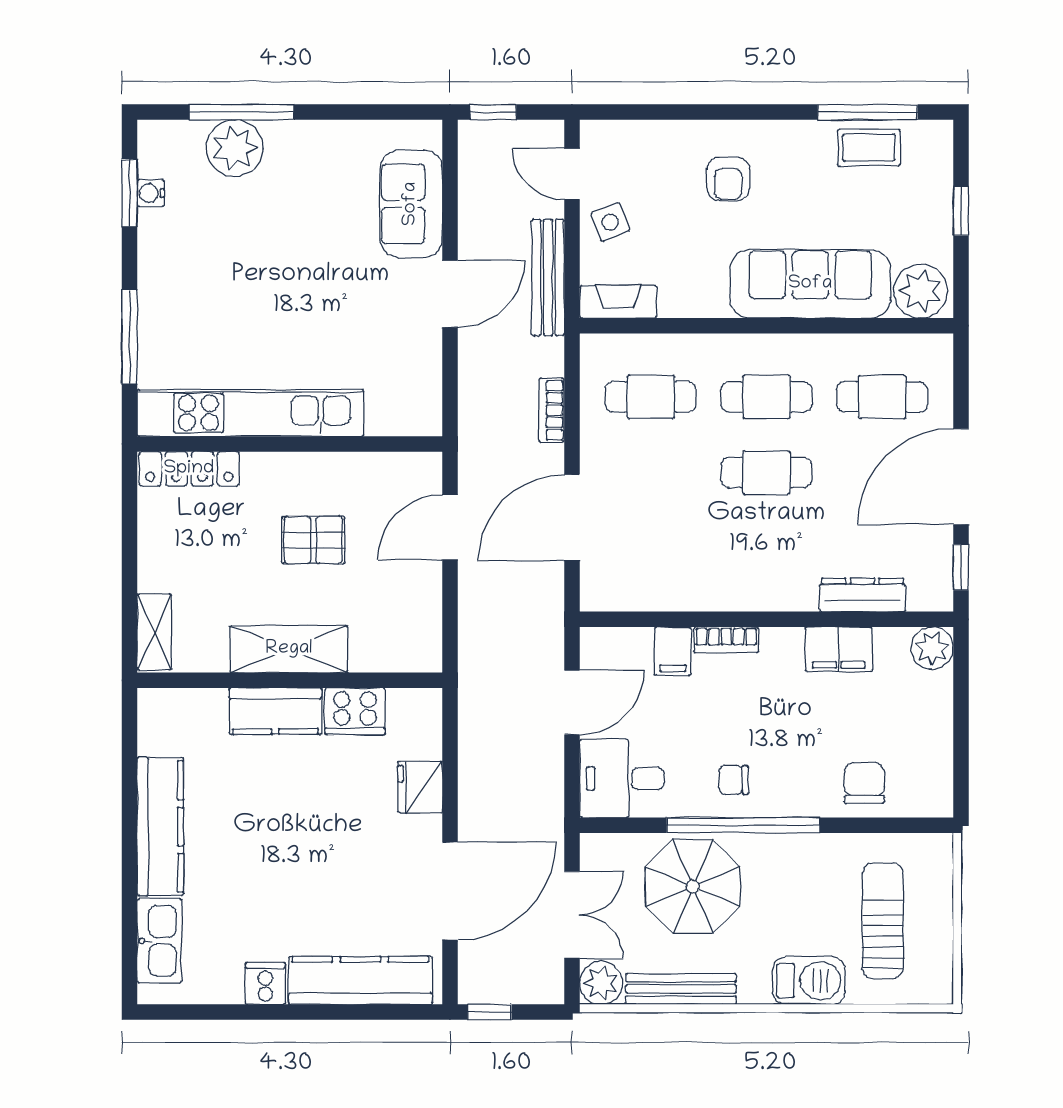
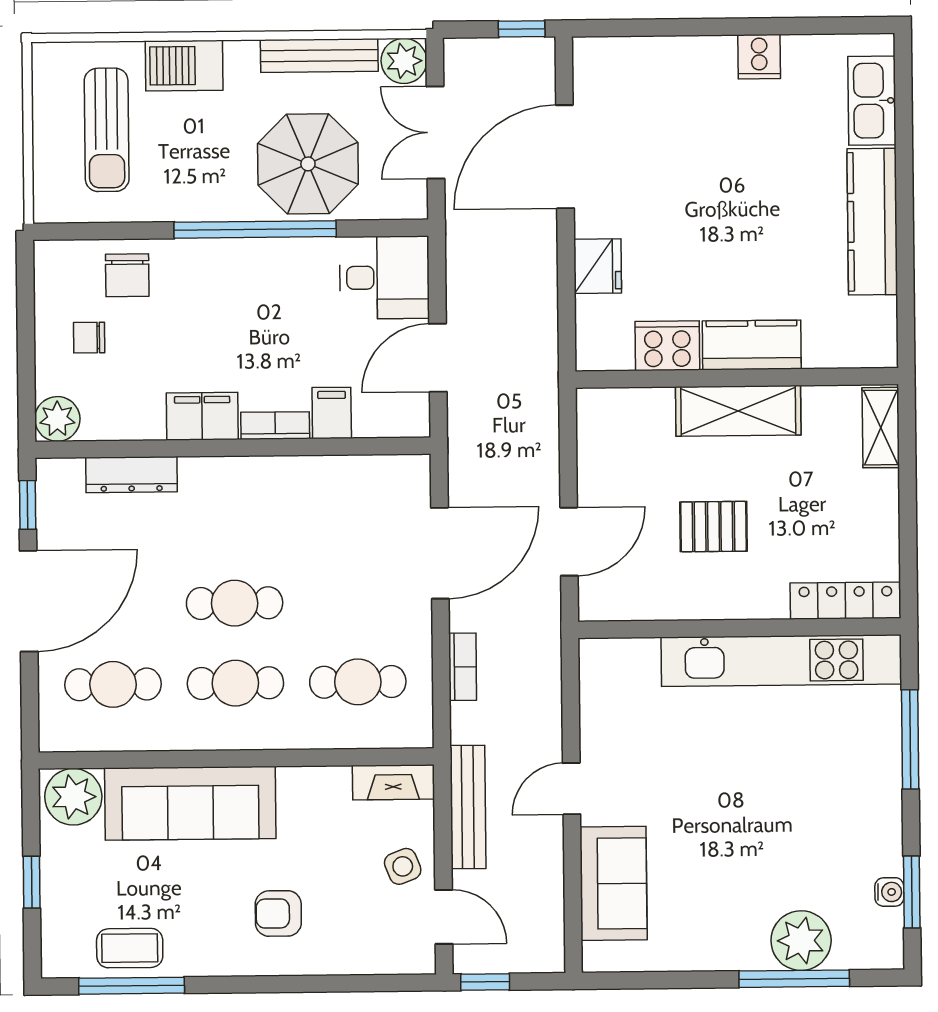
window: (493, 112) -> (485, 982), moved
armchair: (728, 179) -> (278, 913), turned -90
door: (450, 294) -> (572, 789), width x0.73
filing cabinet: (839, 649) -> (202, 416), moved
chair: (734, 780) -> (89, 338), moved, turned 180
kitchen counter: (360, 980) -> (659, 61), removed

